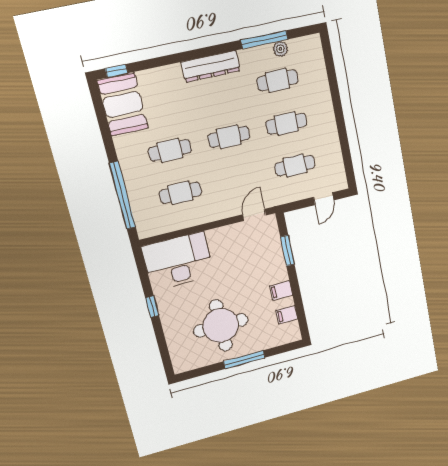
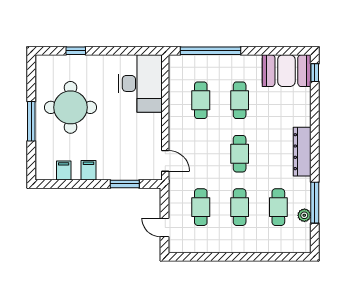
window: (152, 307) -> (76, 51), moved

